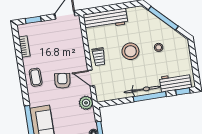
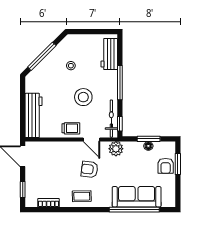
stool: (130, 51) -> (83, 97), moved
door: (91, 78) -> (92, 140), hinge flipped
bicycle: (142, 90) -> (111, 119), moved
window: (183, 91) -> (120, 124), moved

